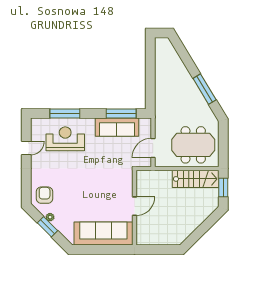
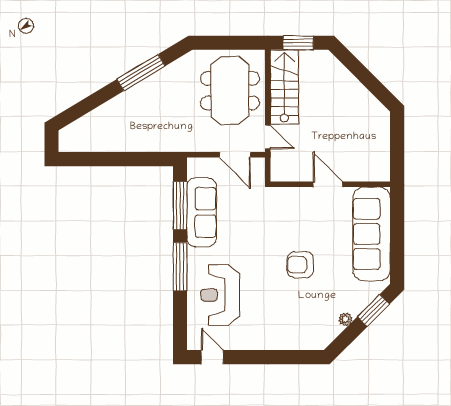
window: (65, 114) -> (180, 267), moved
door: (26, 148) -> (212, 357), moved
door: (164, 169) -> (268, 137), added
armchair: (45, 195) -> (300, 265), moved
window: (47, 227) -> (373, 311), moved

